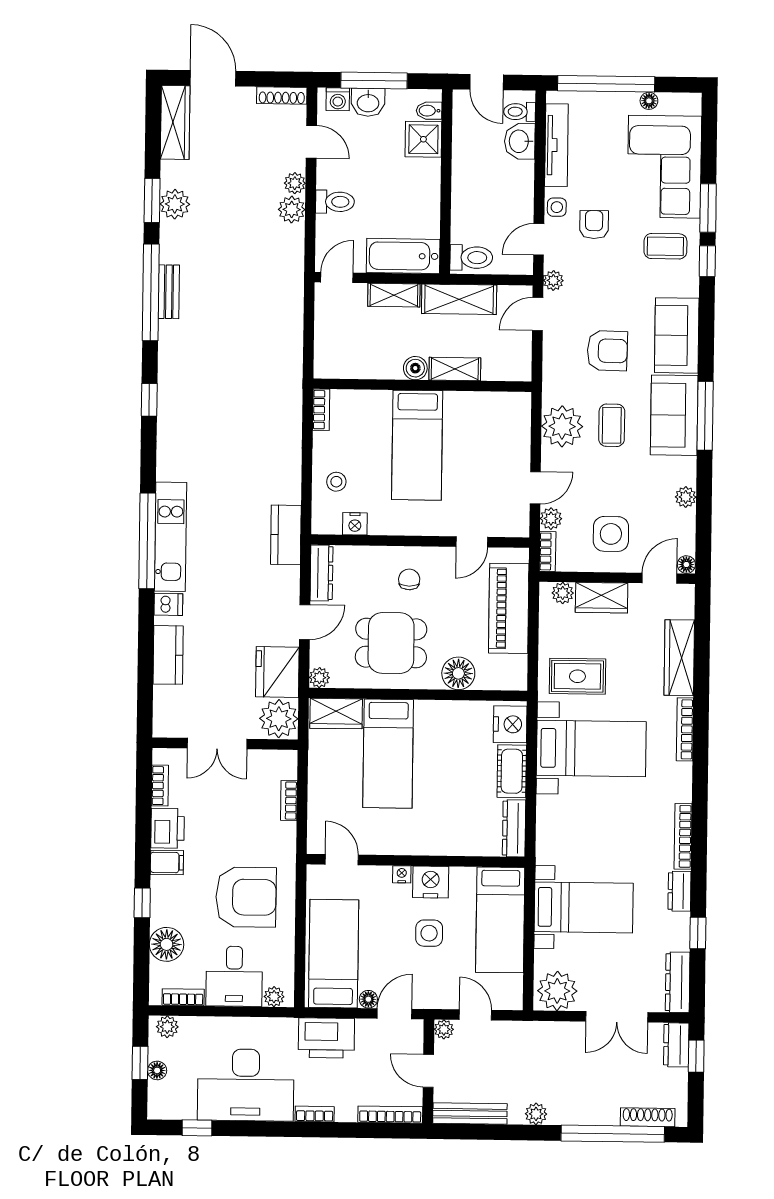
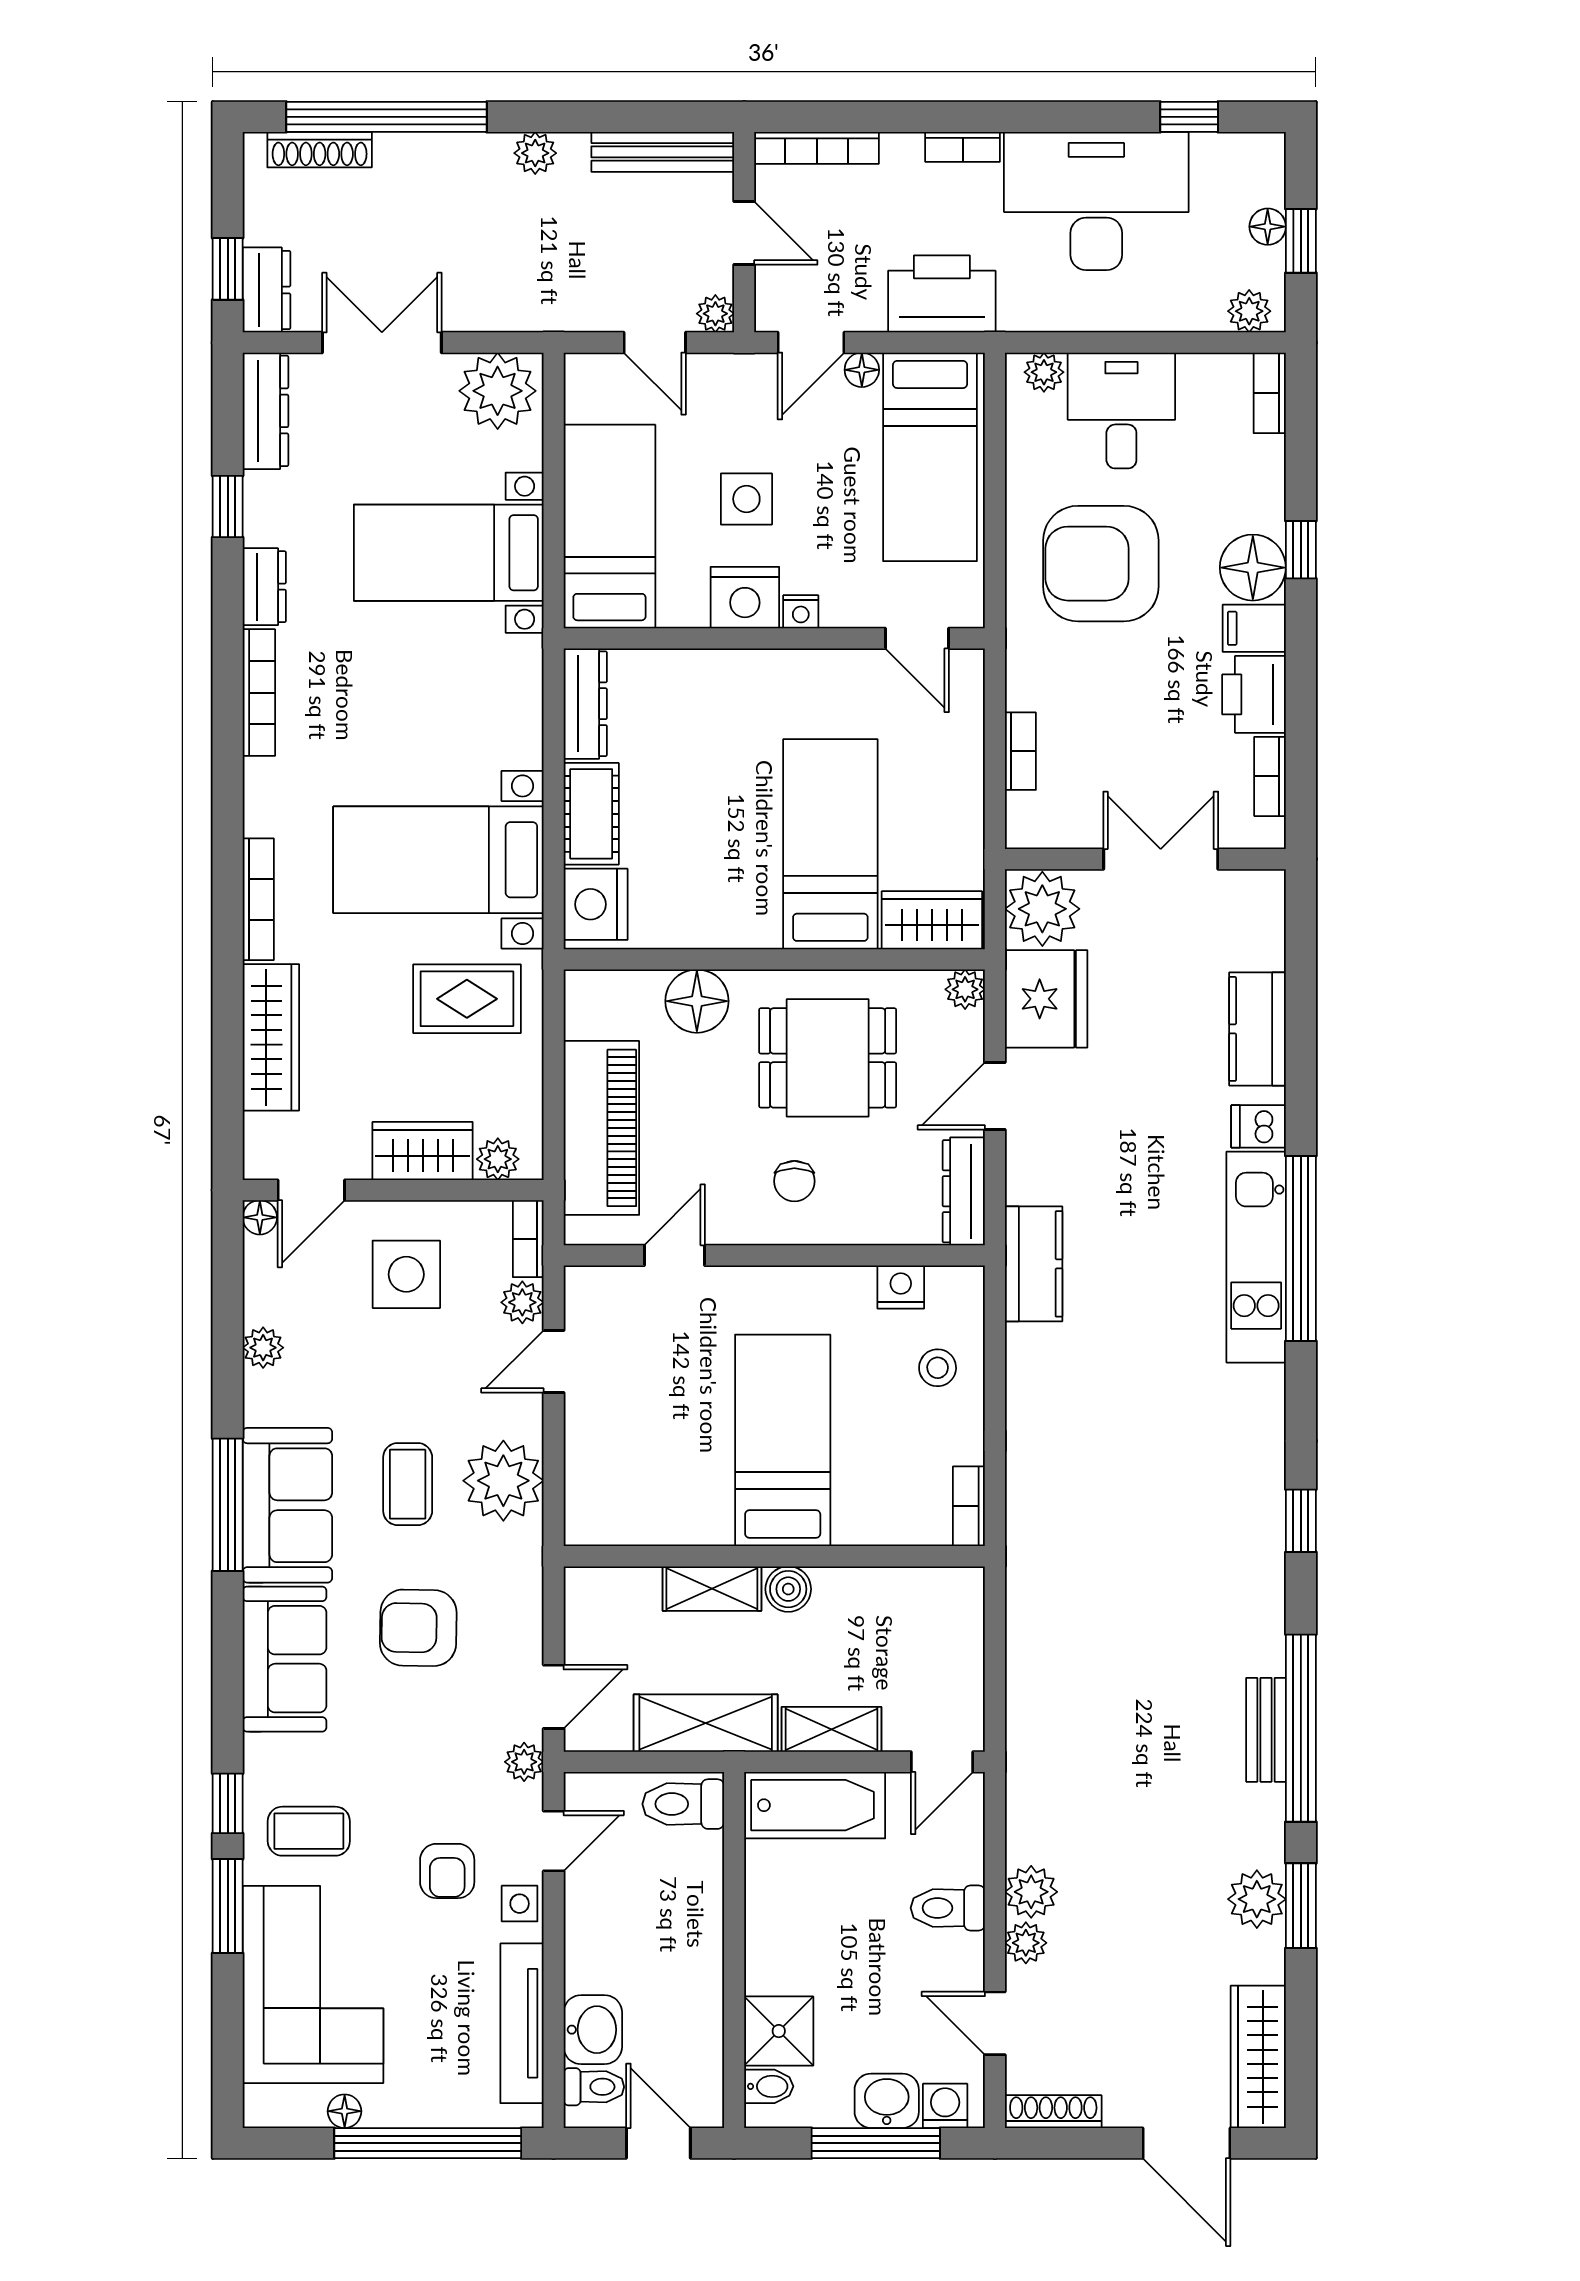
floor lamp: (167, 944) -> (1253, 568), moved
bookcase: (183, 997) -> (1270, 393), moved, turned 90

